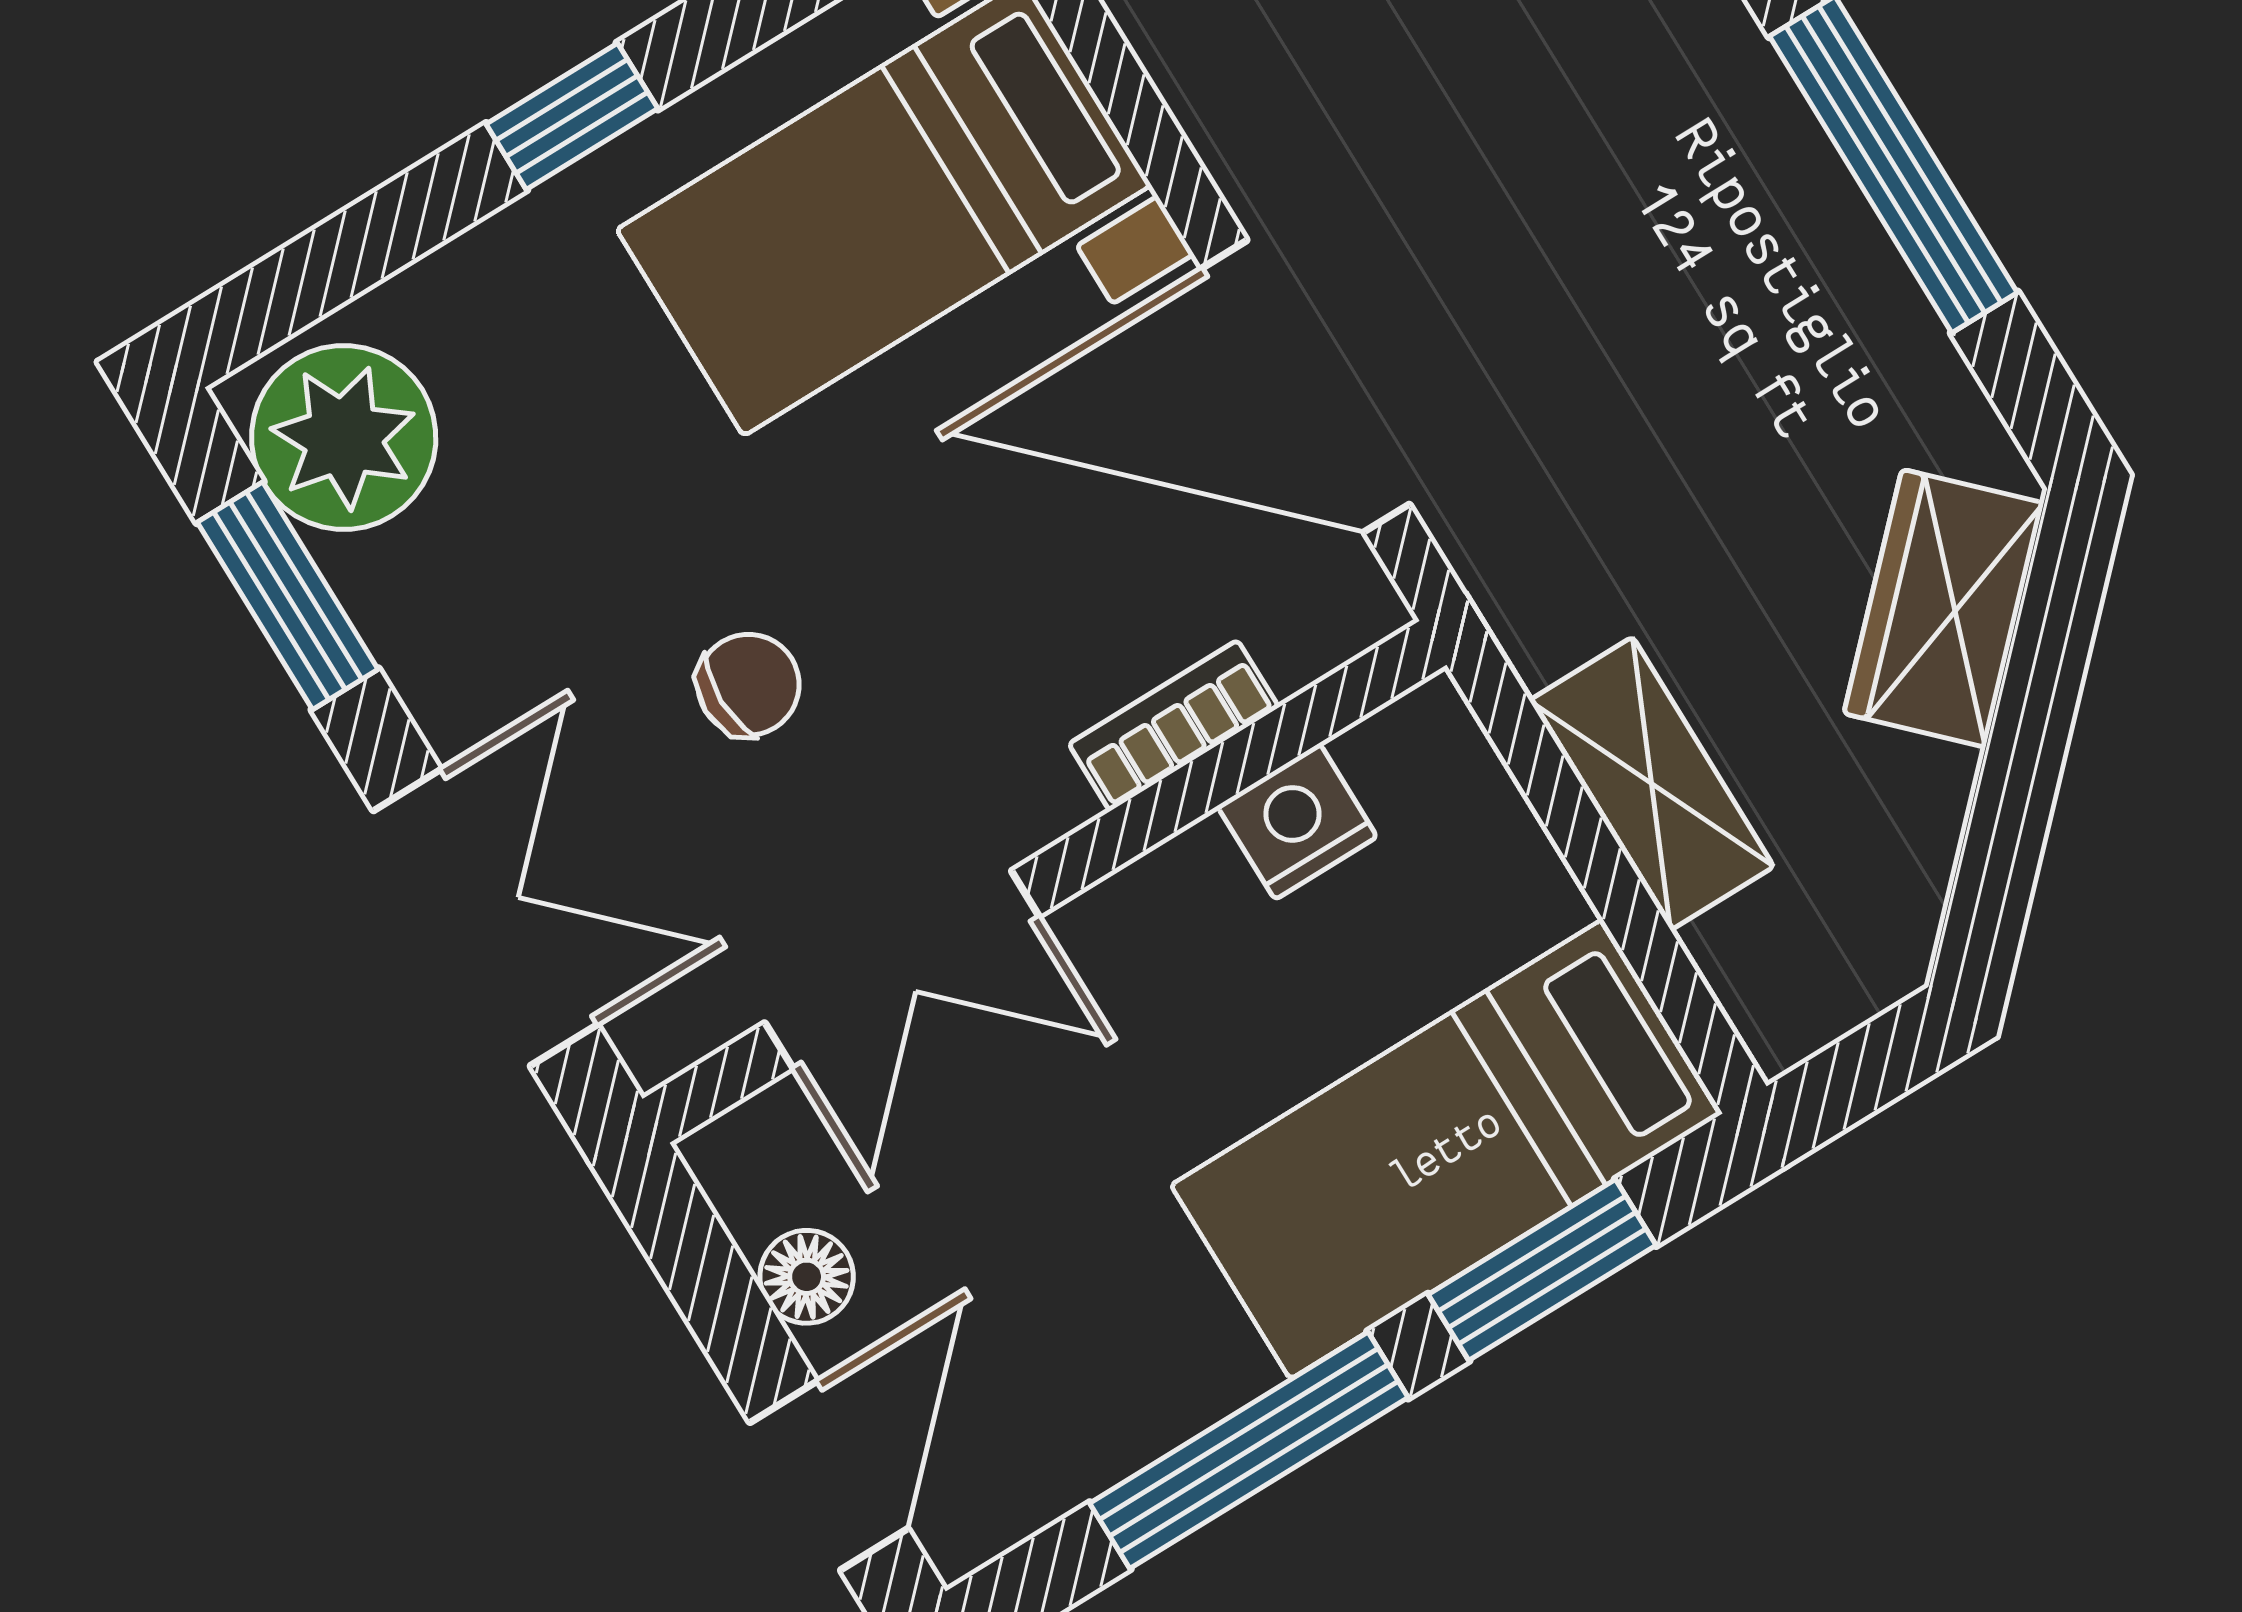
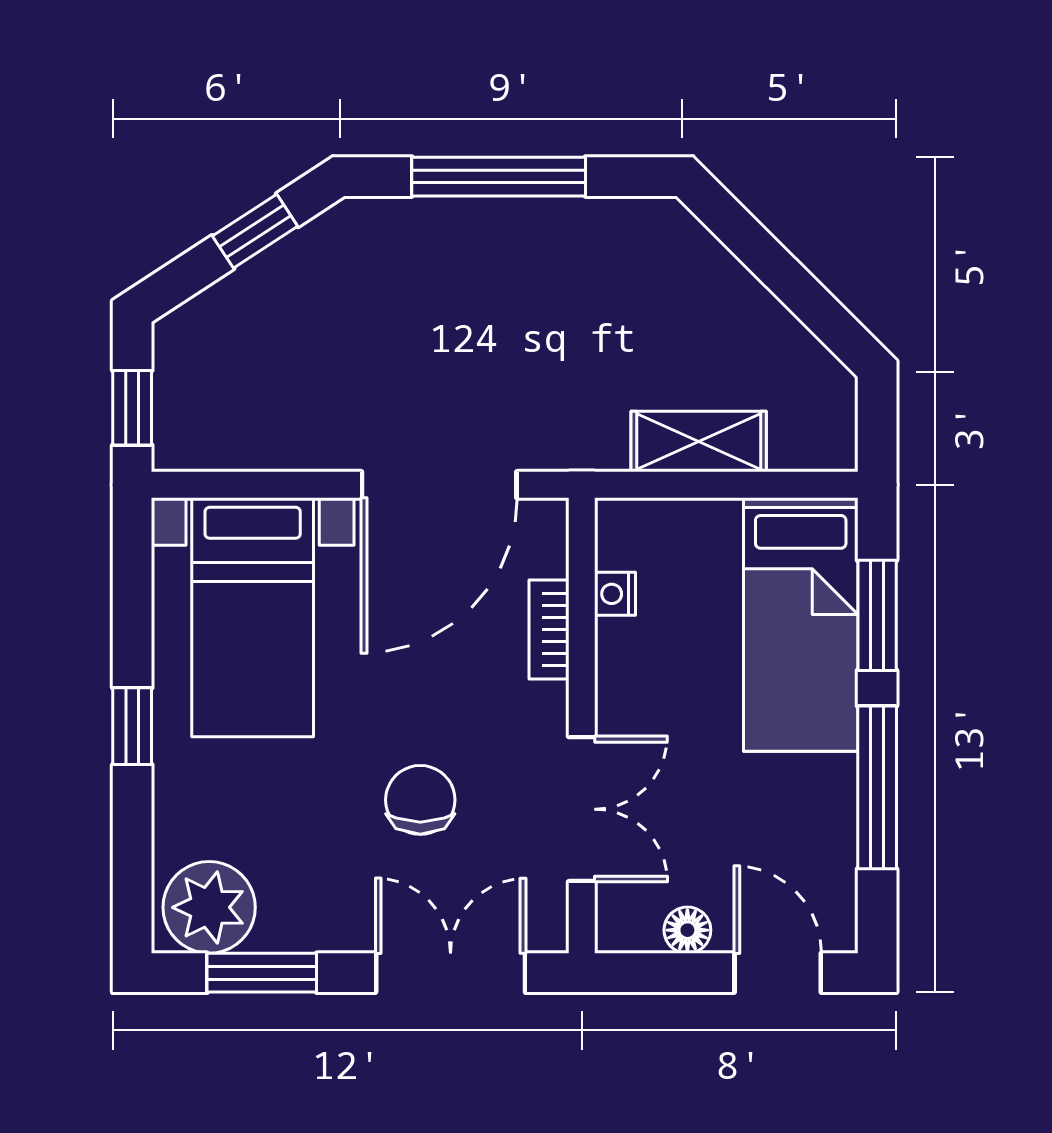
wardrobe: (1944, 608) -> (701, 271), removed
chair: (748, 685) -> (420, 800), width x1.37, depth x1.37
nightstand: (1297, 821) -> (615, 594), width x0.72, depth x0.74

